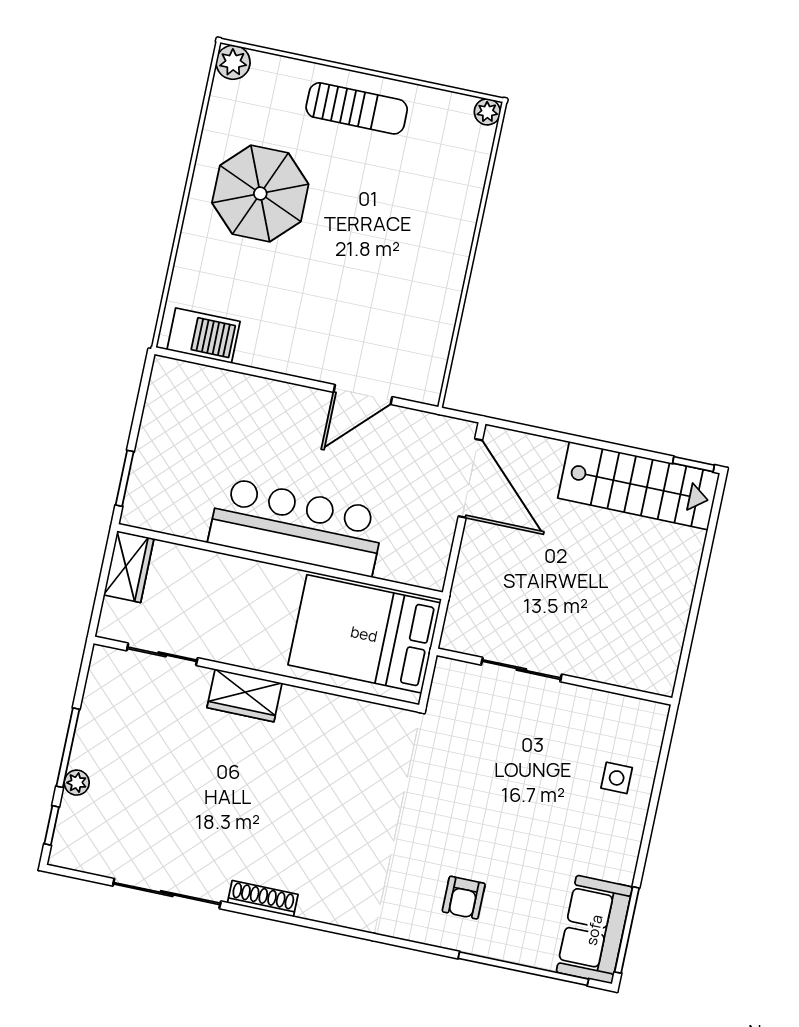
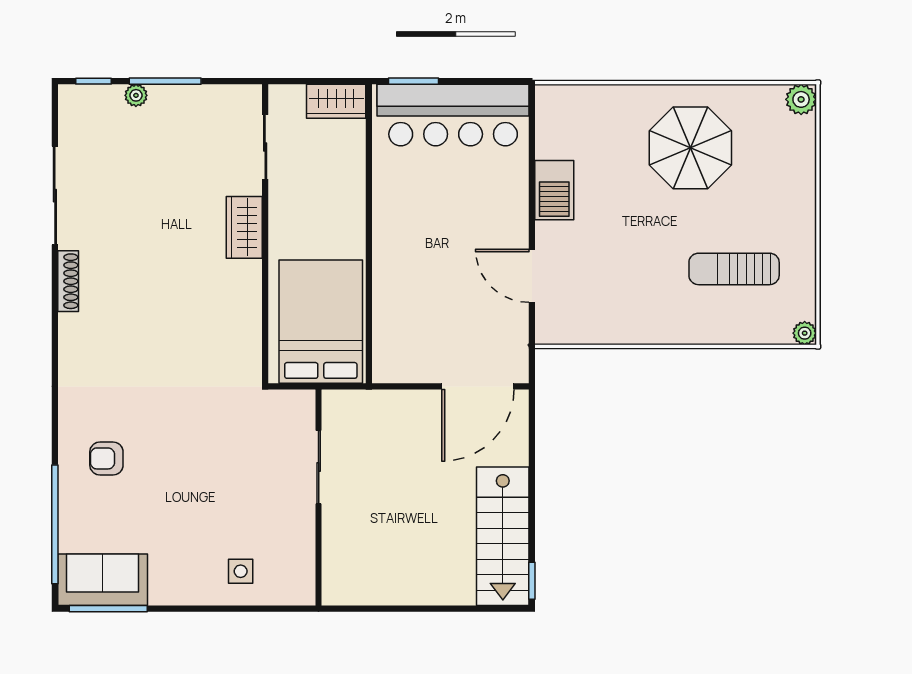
sun lounger: (357, 108) -> (734, 269), moved, turned 90
barbecue: (204, 336) -> (554, 190), moved
bar counter: (296, 527) -> (453, 115), moved, turned 90

